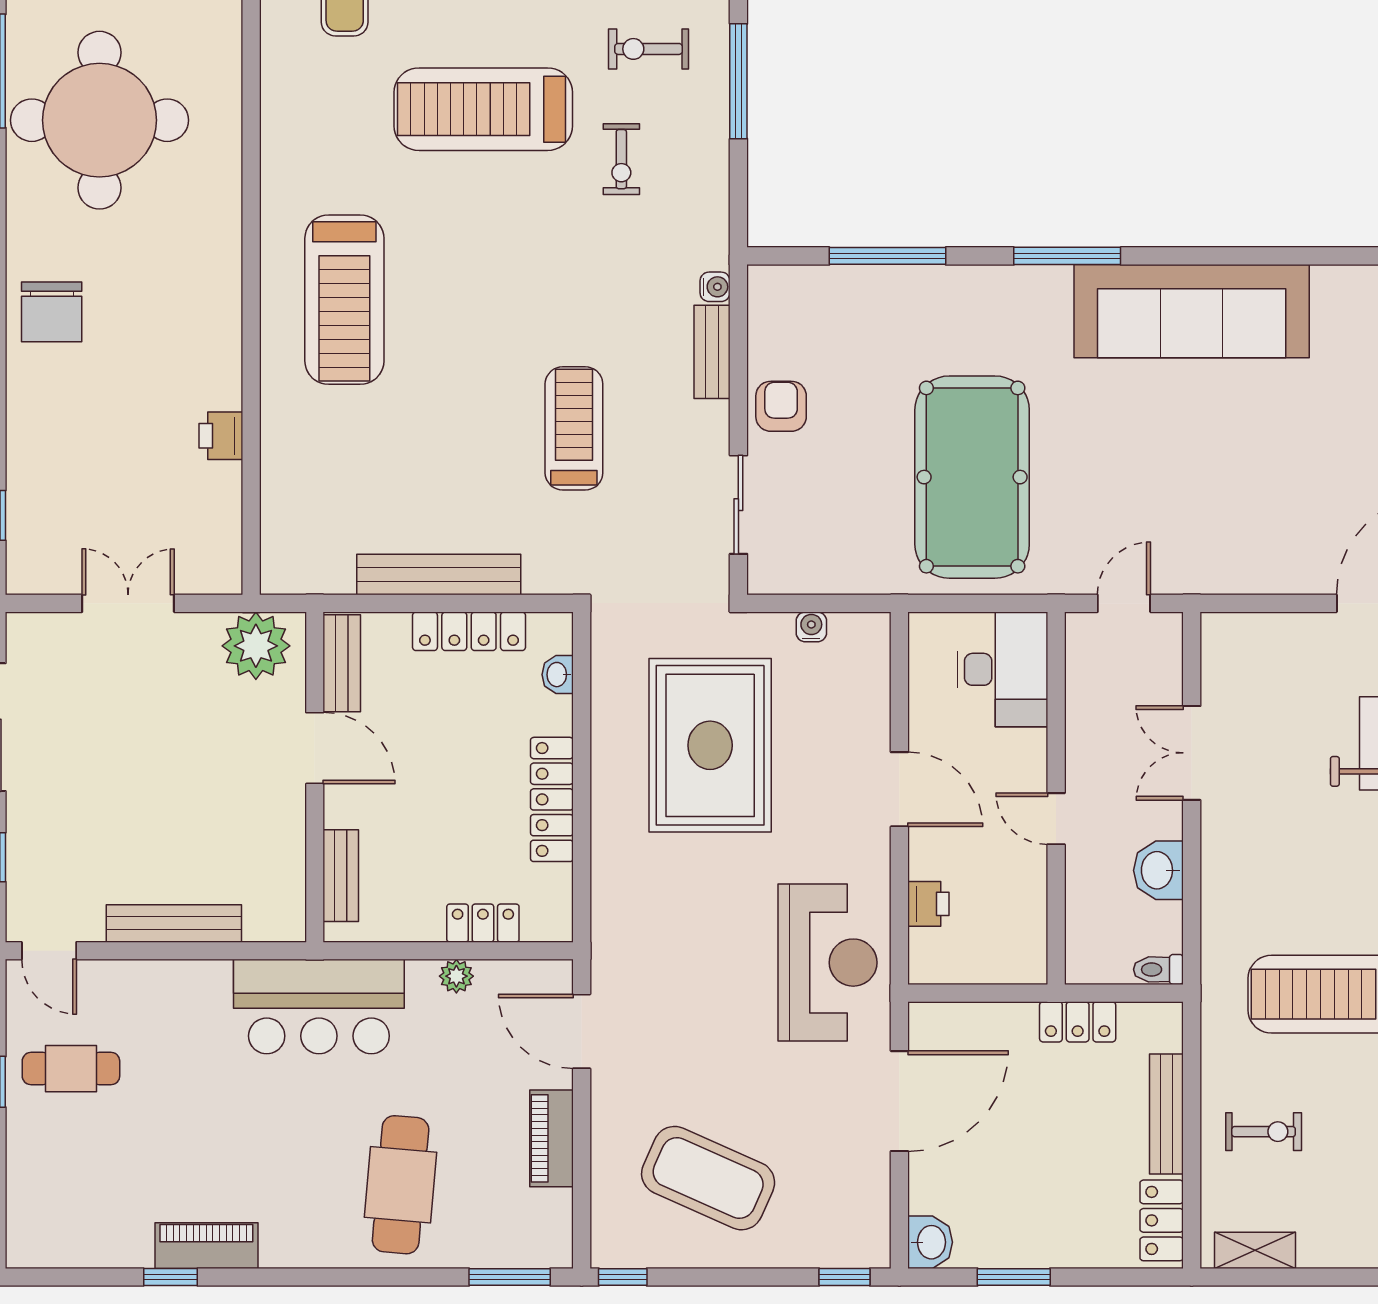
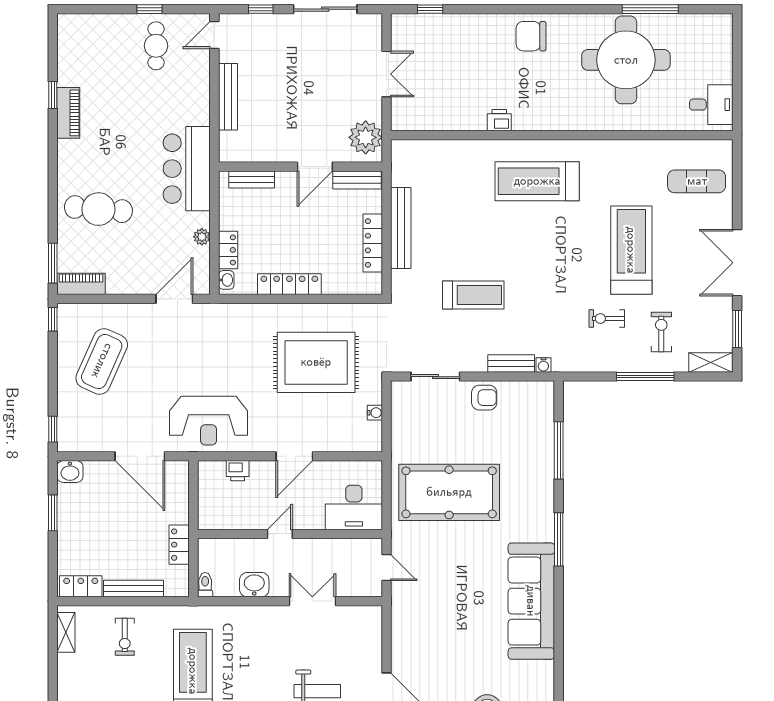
printer: (221, 436) -> (499, 120), moved
washbasin: (558, 675) -> (226, 280), moved, turned 90
piano: (551, 1138) -> (81, 284), moved

